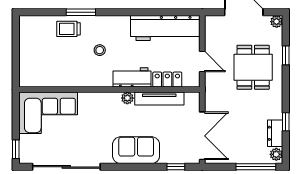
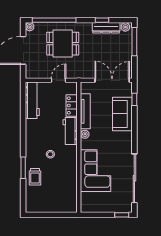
workbench: (165, 28) -> (32, 100), width x0.73, depth x0.76
window: (286, 55) -> (54, 20), width x3.17
corner sofa: (48, 113) -> (95, 171), moved
dresser: (275, 133) -> (106, 28), width x1.44
sofa: (136, 150) -> (122, 114), moved

